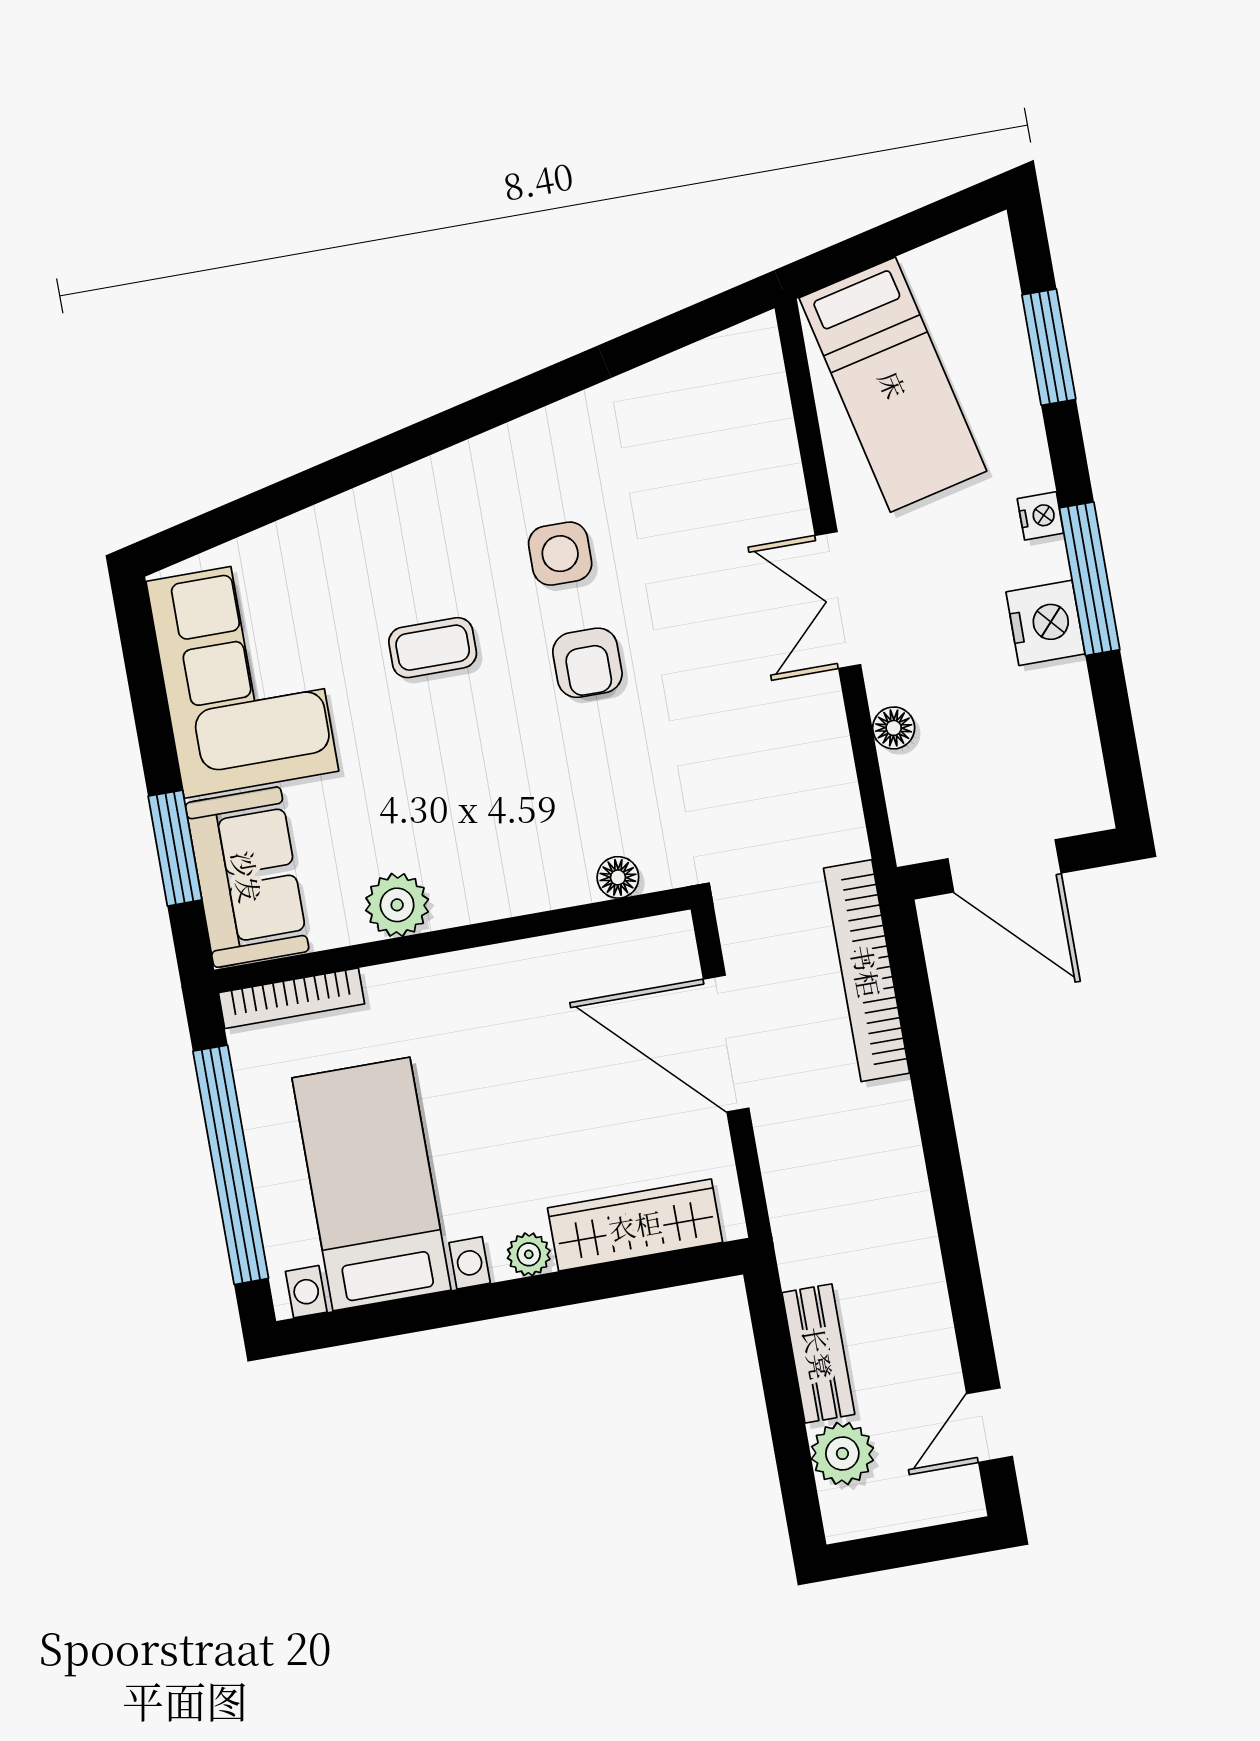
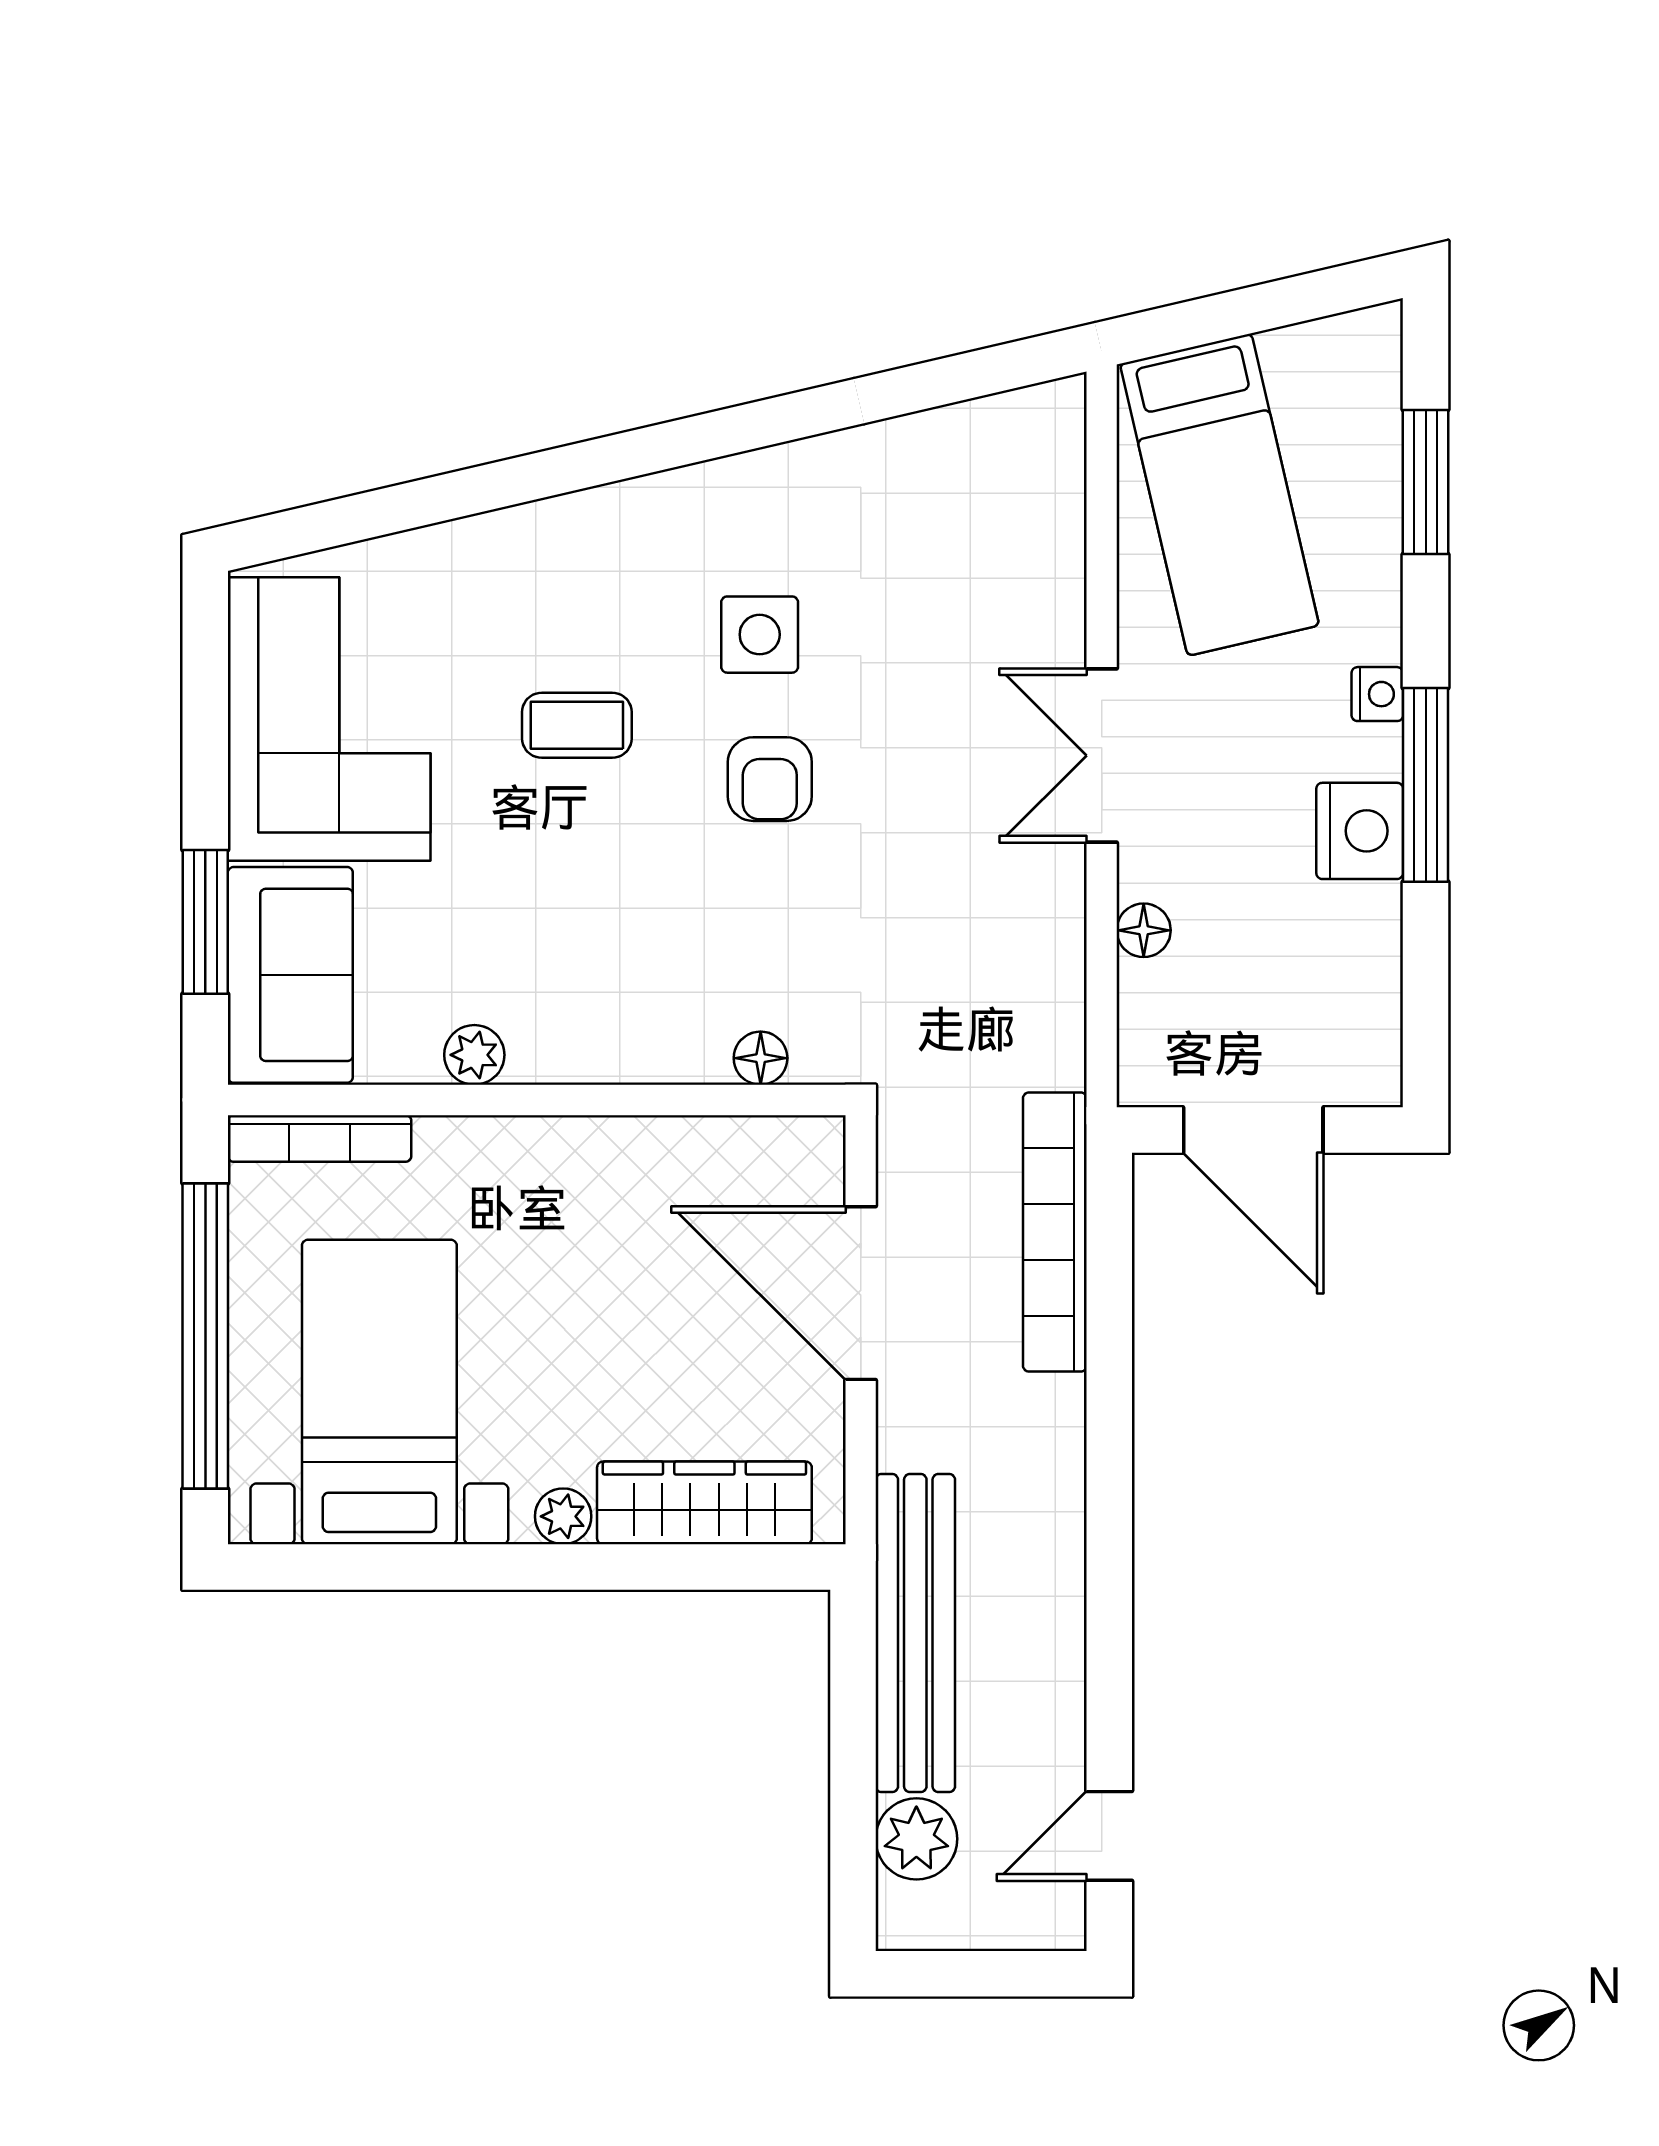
plant: (397, 905) -> (474, 1055), width x0.73, depth x0.73
bench: (818, 1353) -> (915, 1633), width x1.86, depth x1.21

